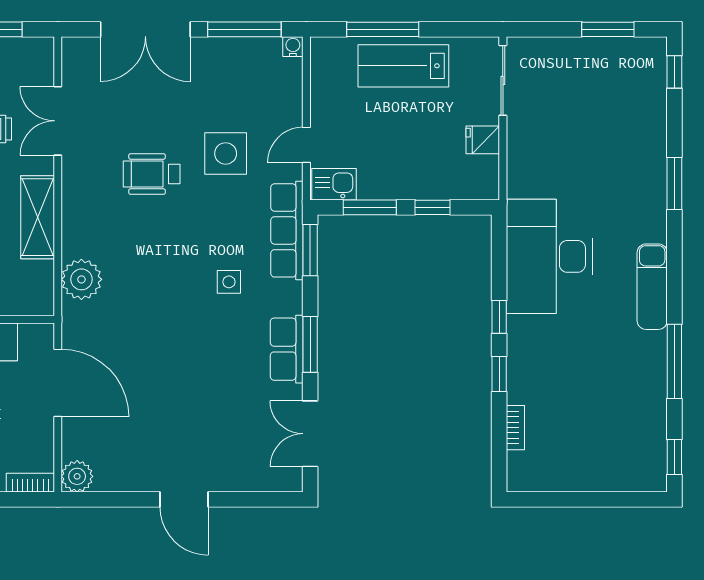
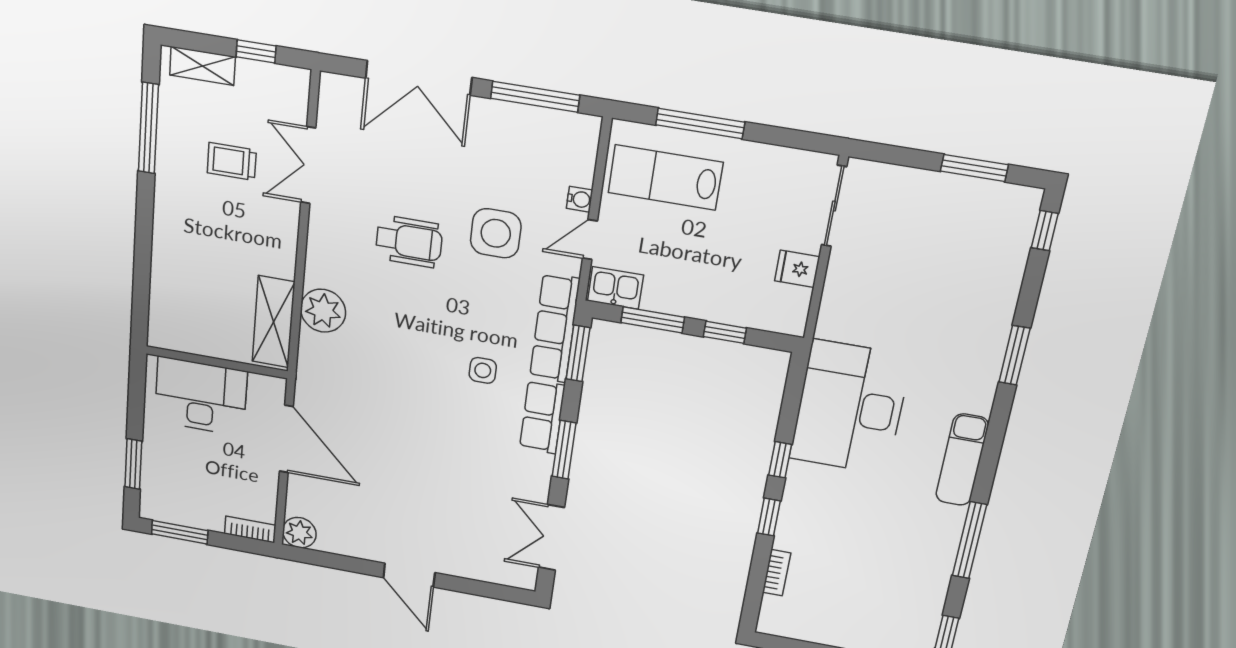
water cooler: (293, 47) -> (580, 199), moved, turned 90
lab bench: (403, 66) -> (665, 177), moved
wheelchair: (152, 174) -> (409, 241), turned 180
shelving: (38, 217) -> (273, 322), moved
plant: (81, 279) -> (323, 311), moved
row of seats: (287, 349) -> (542, 417), moved

